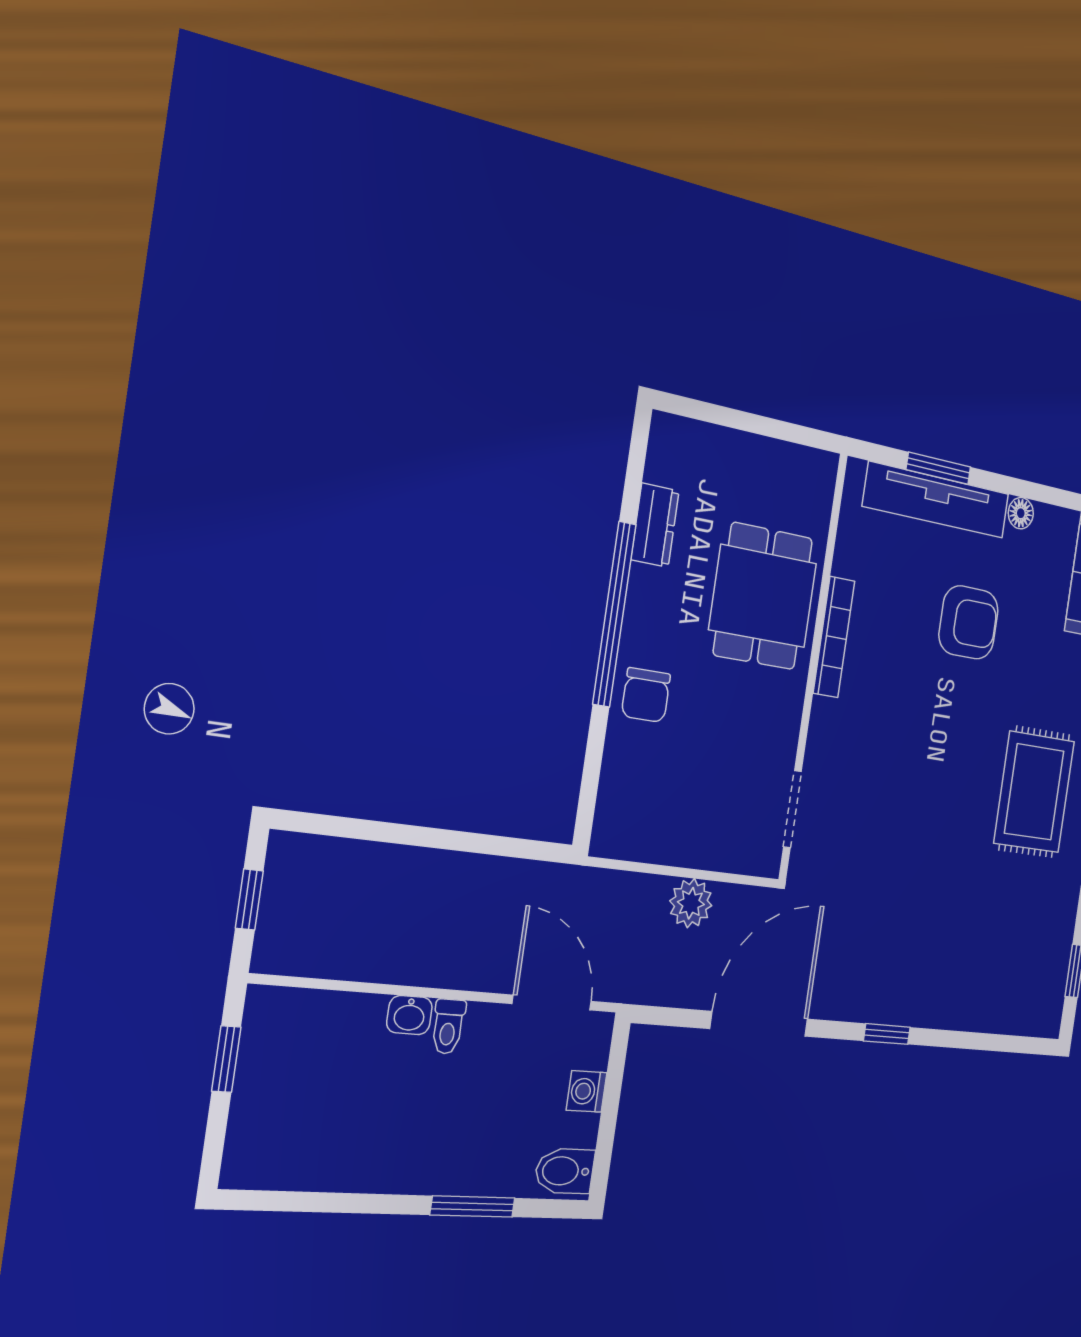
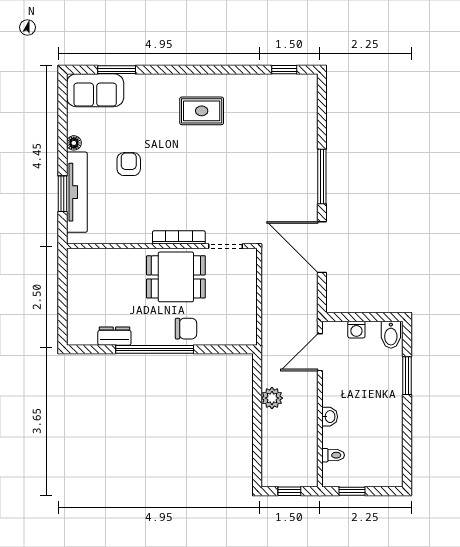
dining table: (763, 596) -> (176, 277), moved
armchair: (969, 622) -> (129, 164), width x0.72, depth x0.72
bookcase: (834, 637) -> (179, 237), moved
rug: (1034, 792) -> (202, 111), width x0.73, depth x0.70
plant: (691, 903) -> (272, 398), moved
toilet: (448, 1027) -> (333, 455), moved
window: (887, 1034) -> (322, 177), width x2.17

